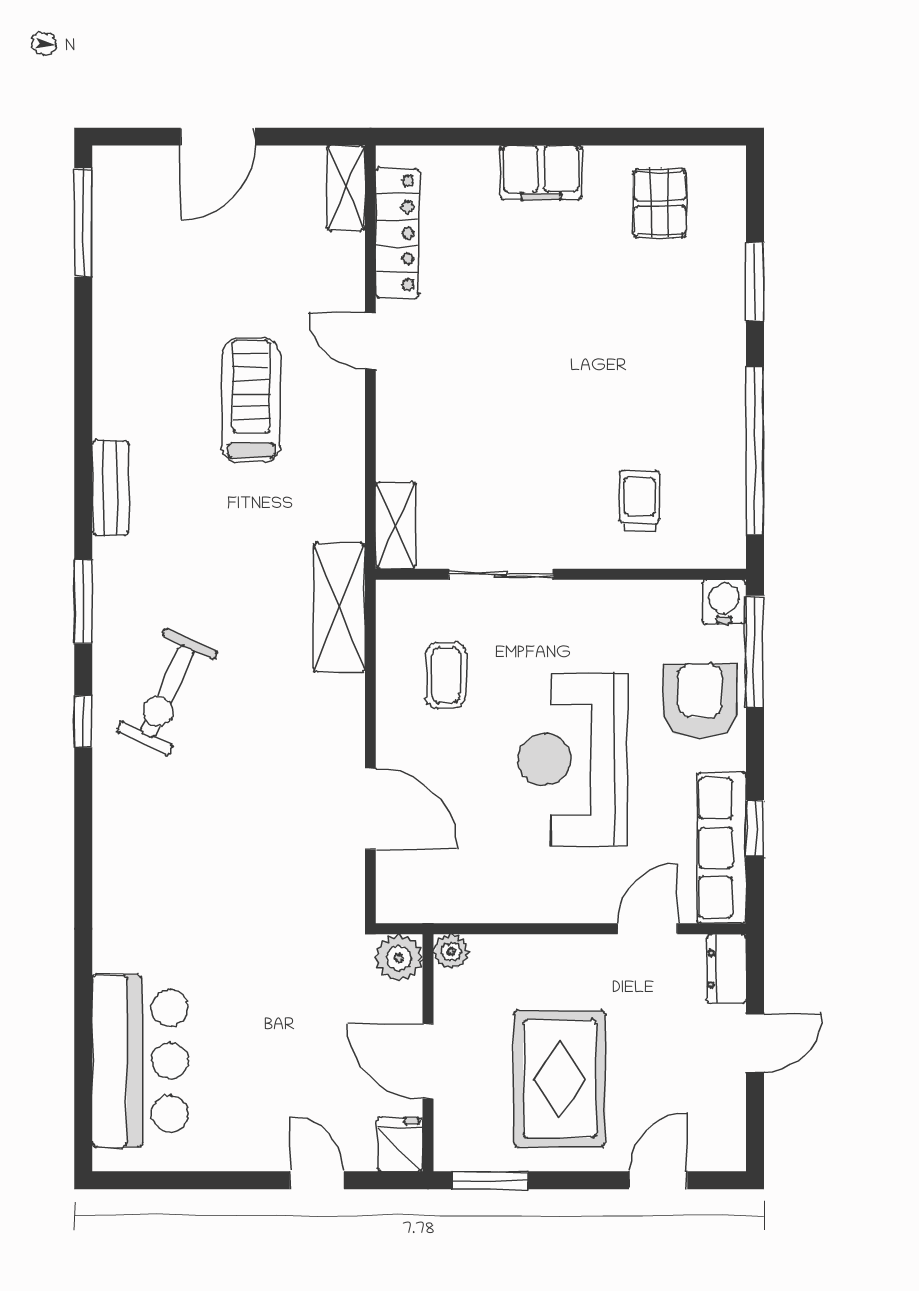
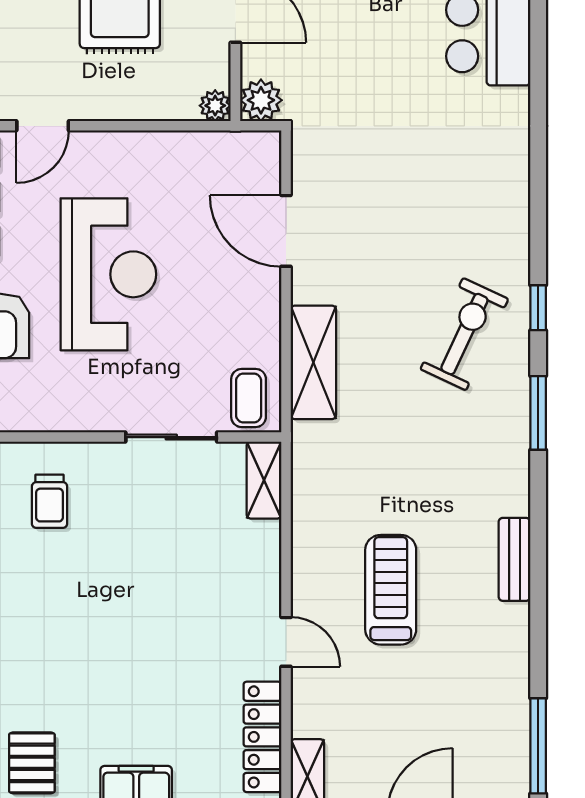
treadmill: (251, 400) -> (391, 590), turned 180
bench: (110, 488) -> (514, 559), moved
shelving: (339, 607) -> (313, 362), moved
coffee table: (446, 675) -> (249, 398), moved

